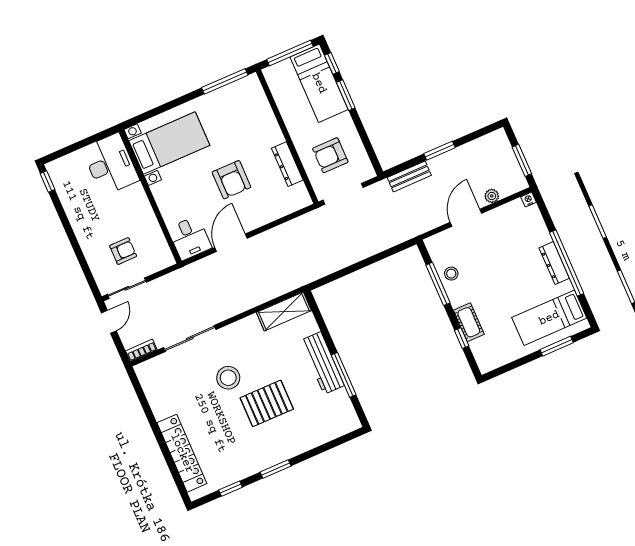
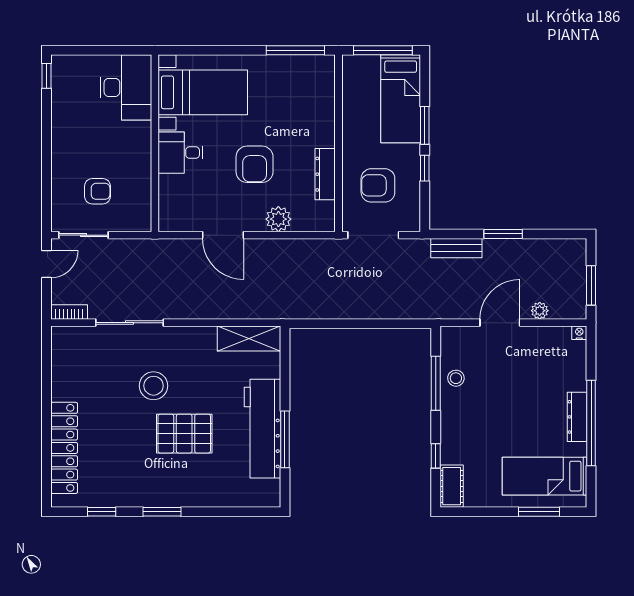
window: (332, 63) -> (425, 168), moved
plant: (267, 213) -> (278, 219), added
desk: (190, 238) -> (180, 153), moved, turned 90
door: (231, 243) -> (223, 235), swing flipped
cot: (469, 322) -> (452, 486), moved
workbench: (322, 363) -> (263, 429), width x1.36, depth x1.32

